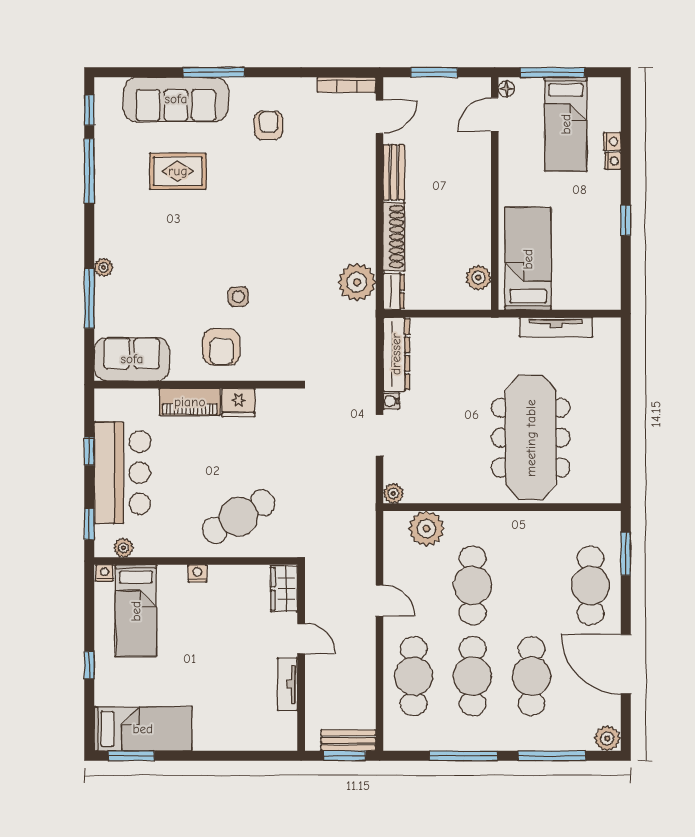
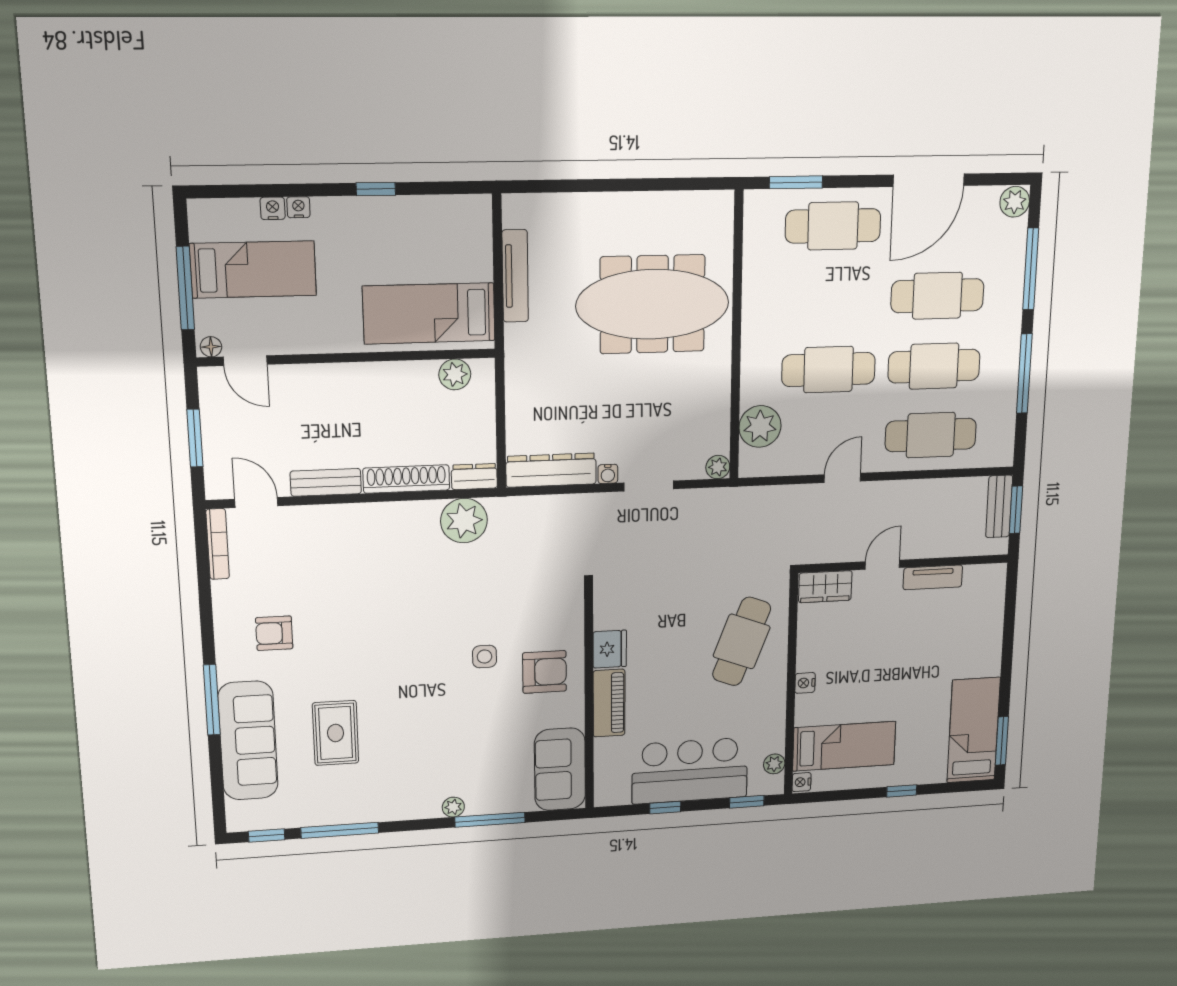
cafe table: (239, 517) -> (742, 641), turned 51

